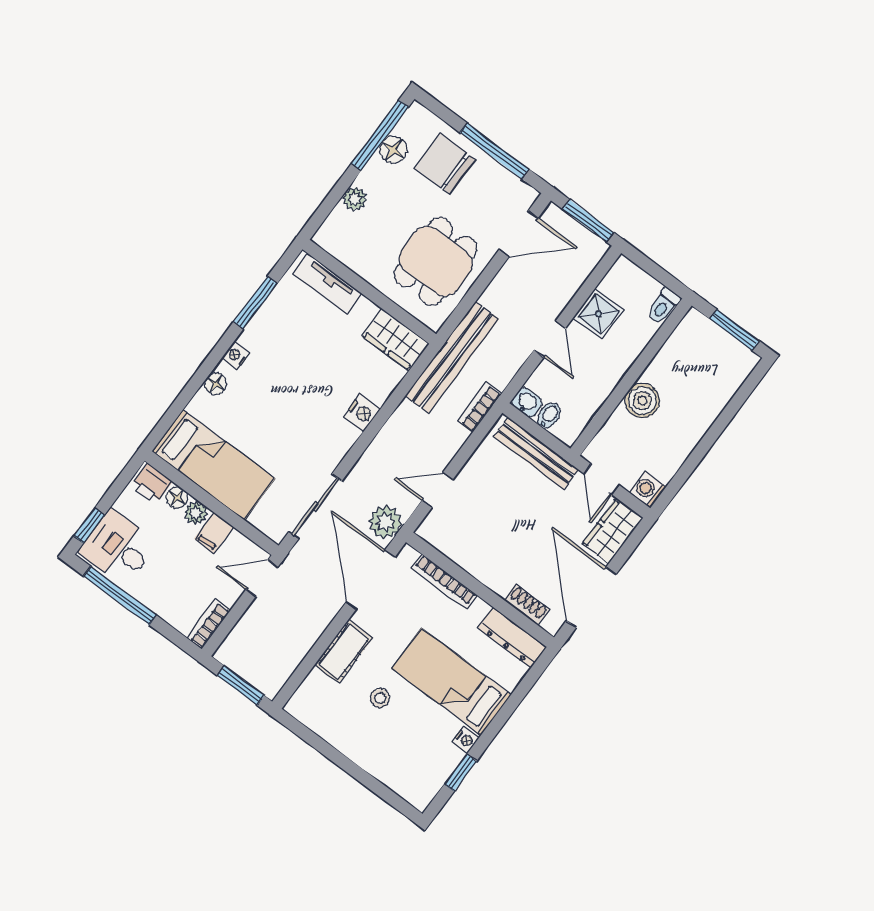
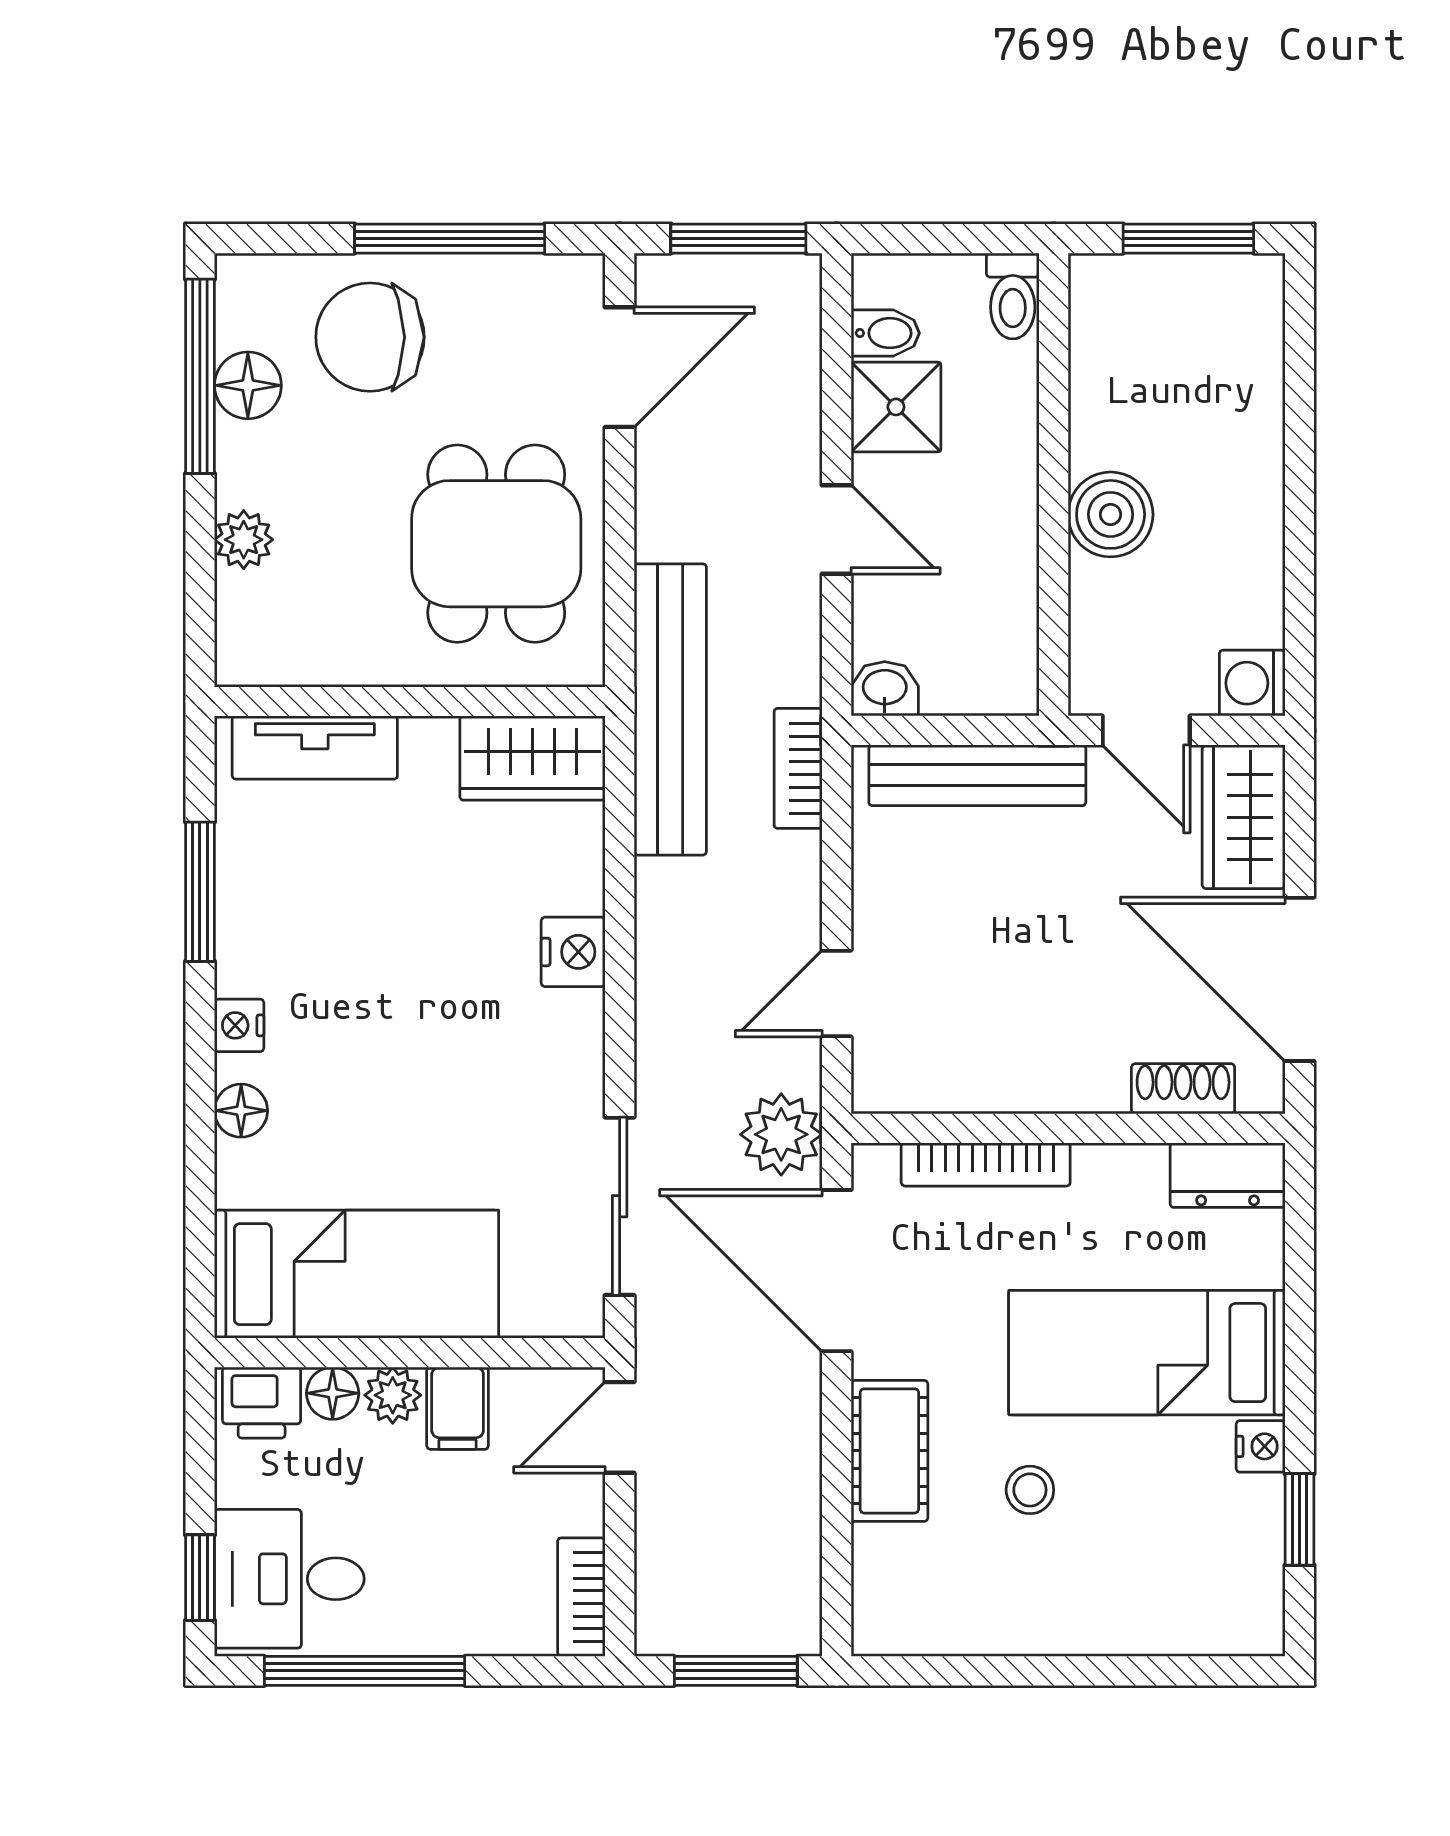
bidet: (549, 415) -> (885, 333), moved, turned 90
dresser: (512, 637) -> (1228, 1175), width x0.70

